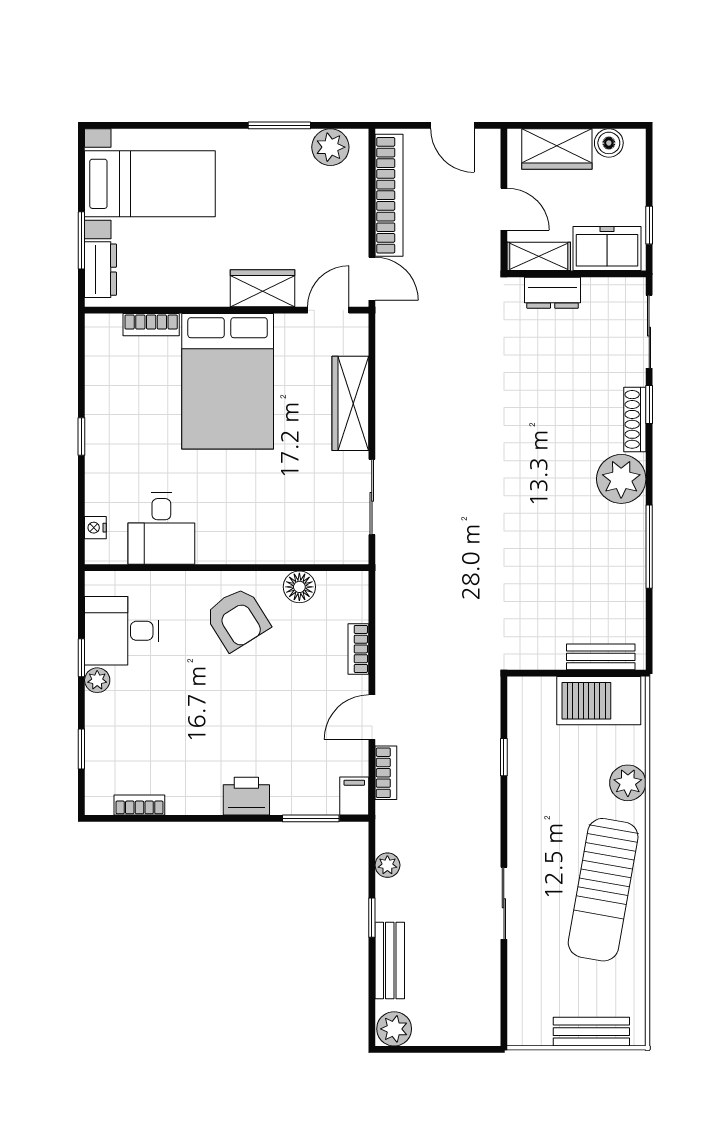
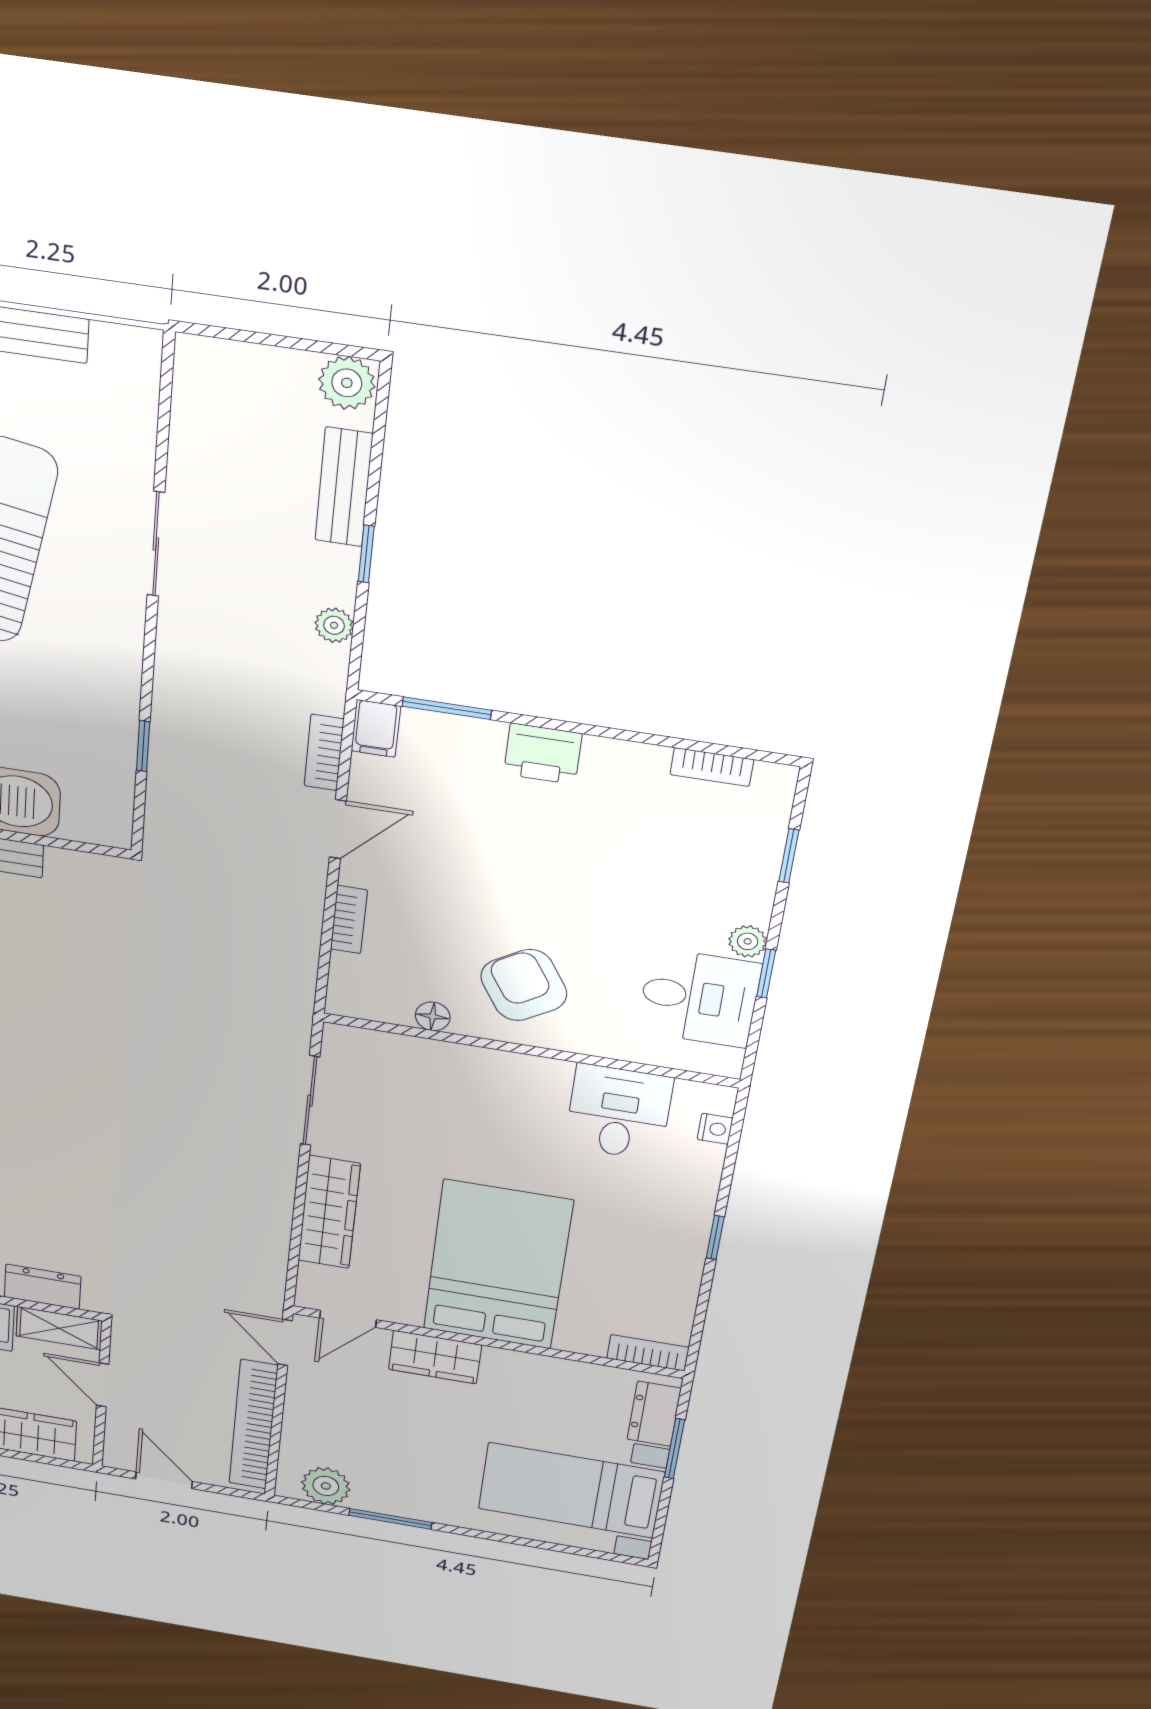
bookcase: (151, 325) -> (648, 1353), moved
floor lamp: (299, 587) -> (433, 1016), width x0.73, depth x0.73

